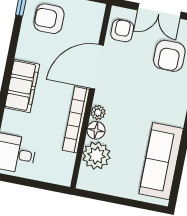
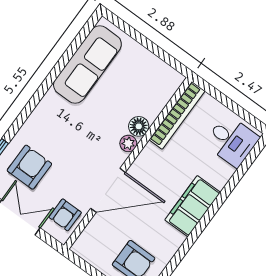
bookcase: (76, 120) -> (177, 115), moved
plant: (96, 155) -> (150, 101), removed

